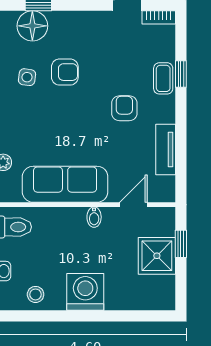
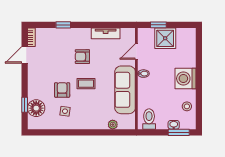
coffee table: (163, 78) -> (86, 84), moved
door: (133, 205) -> (136, 51), hinge flipped

